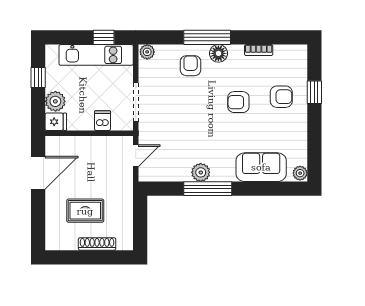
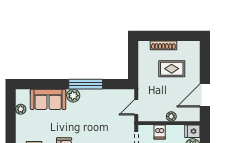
plant: (86, 143) -> (171, 116), added
plant: (201, 172) -> (73, 96), moved
plant: (300, 173) -> (21, 109), moved

